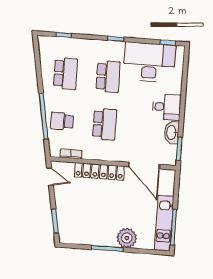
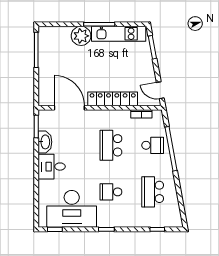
school desk: (108, 77) -> (111, 192), width x0.54
kitchen unit: (164, 223) -> (119, 34), moved, turned 90

